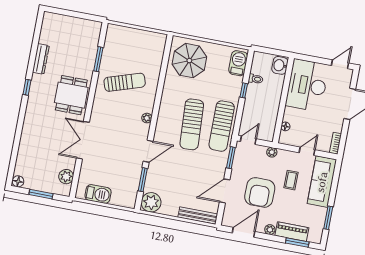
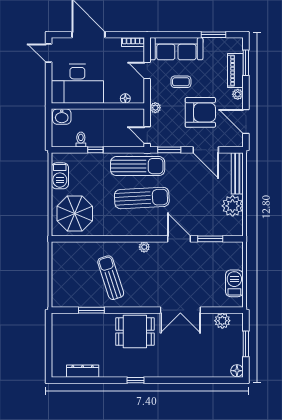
dresser: (41, 59) -> (83, 371), moved
barbecue: (238, 63) -> (60, 176), moved, turned -90
plant: (151, 202) -> (233, 206), moved

